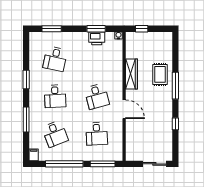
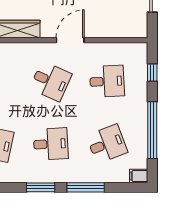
window: (26, 79) -> (41, 187), moved
desk: (97, 96) -> (51, 81), turned 39
window: (103, 164) -> (152, 72), width x0.46

